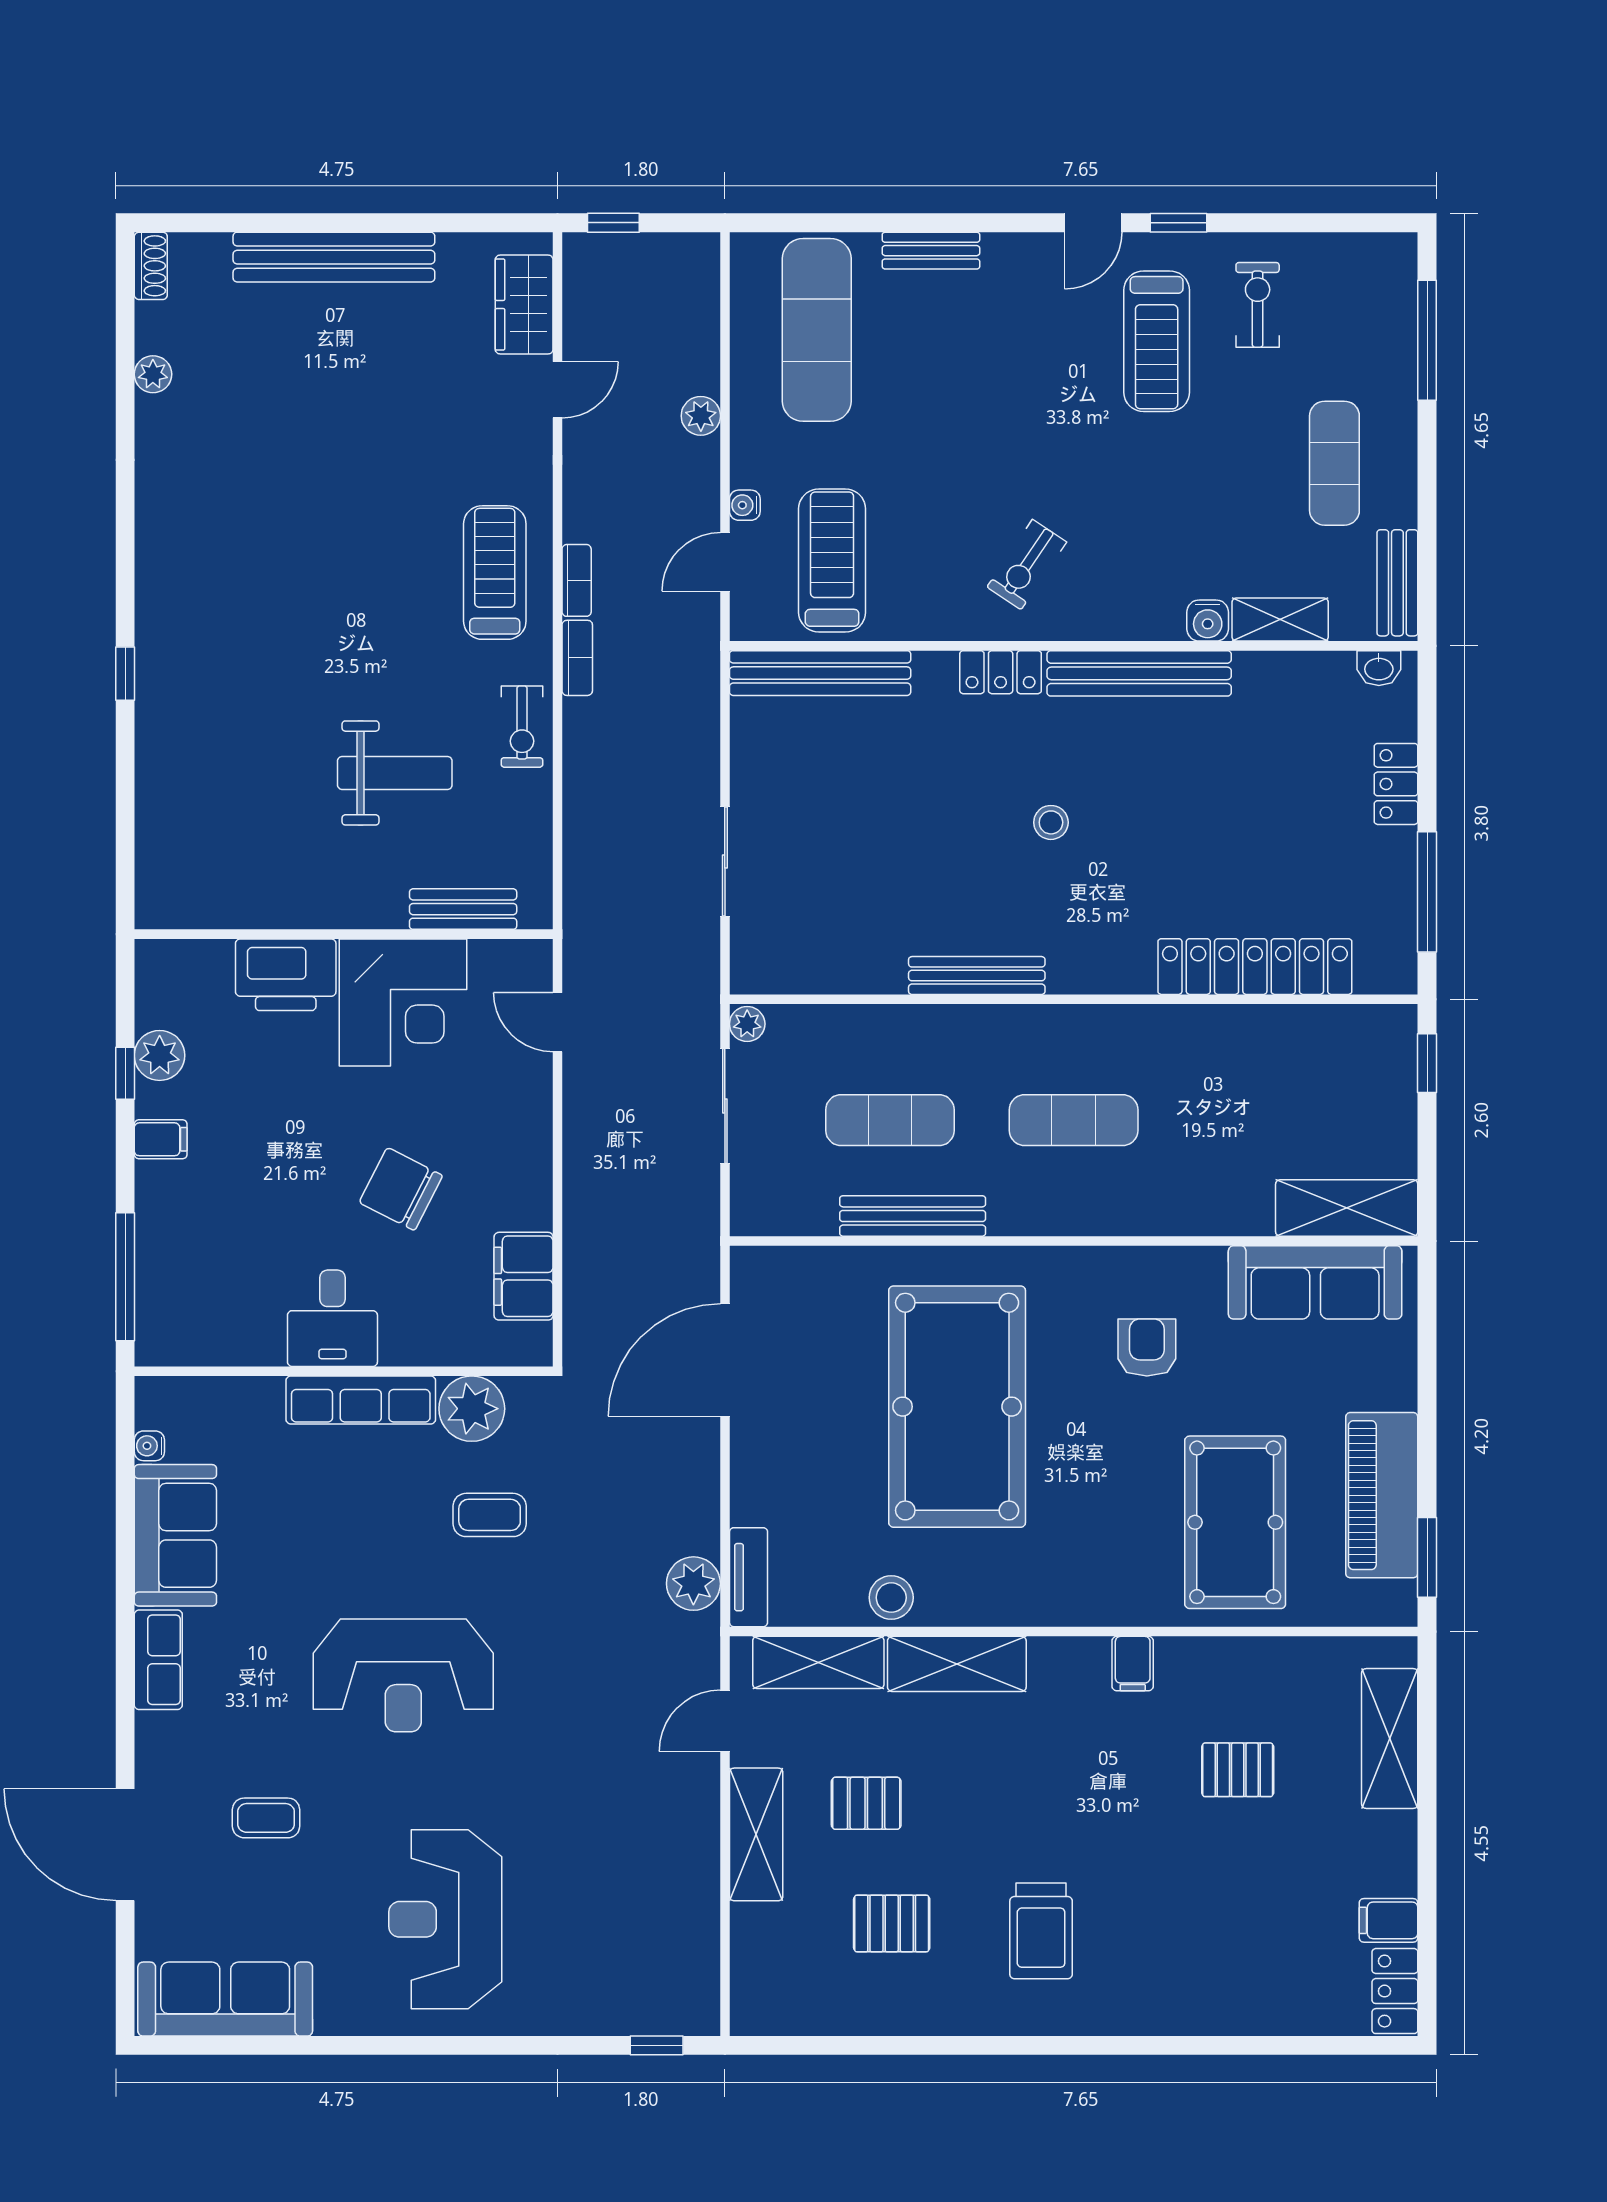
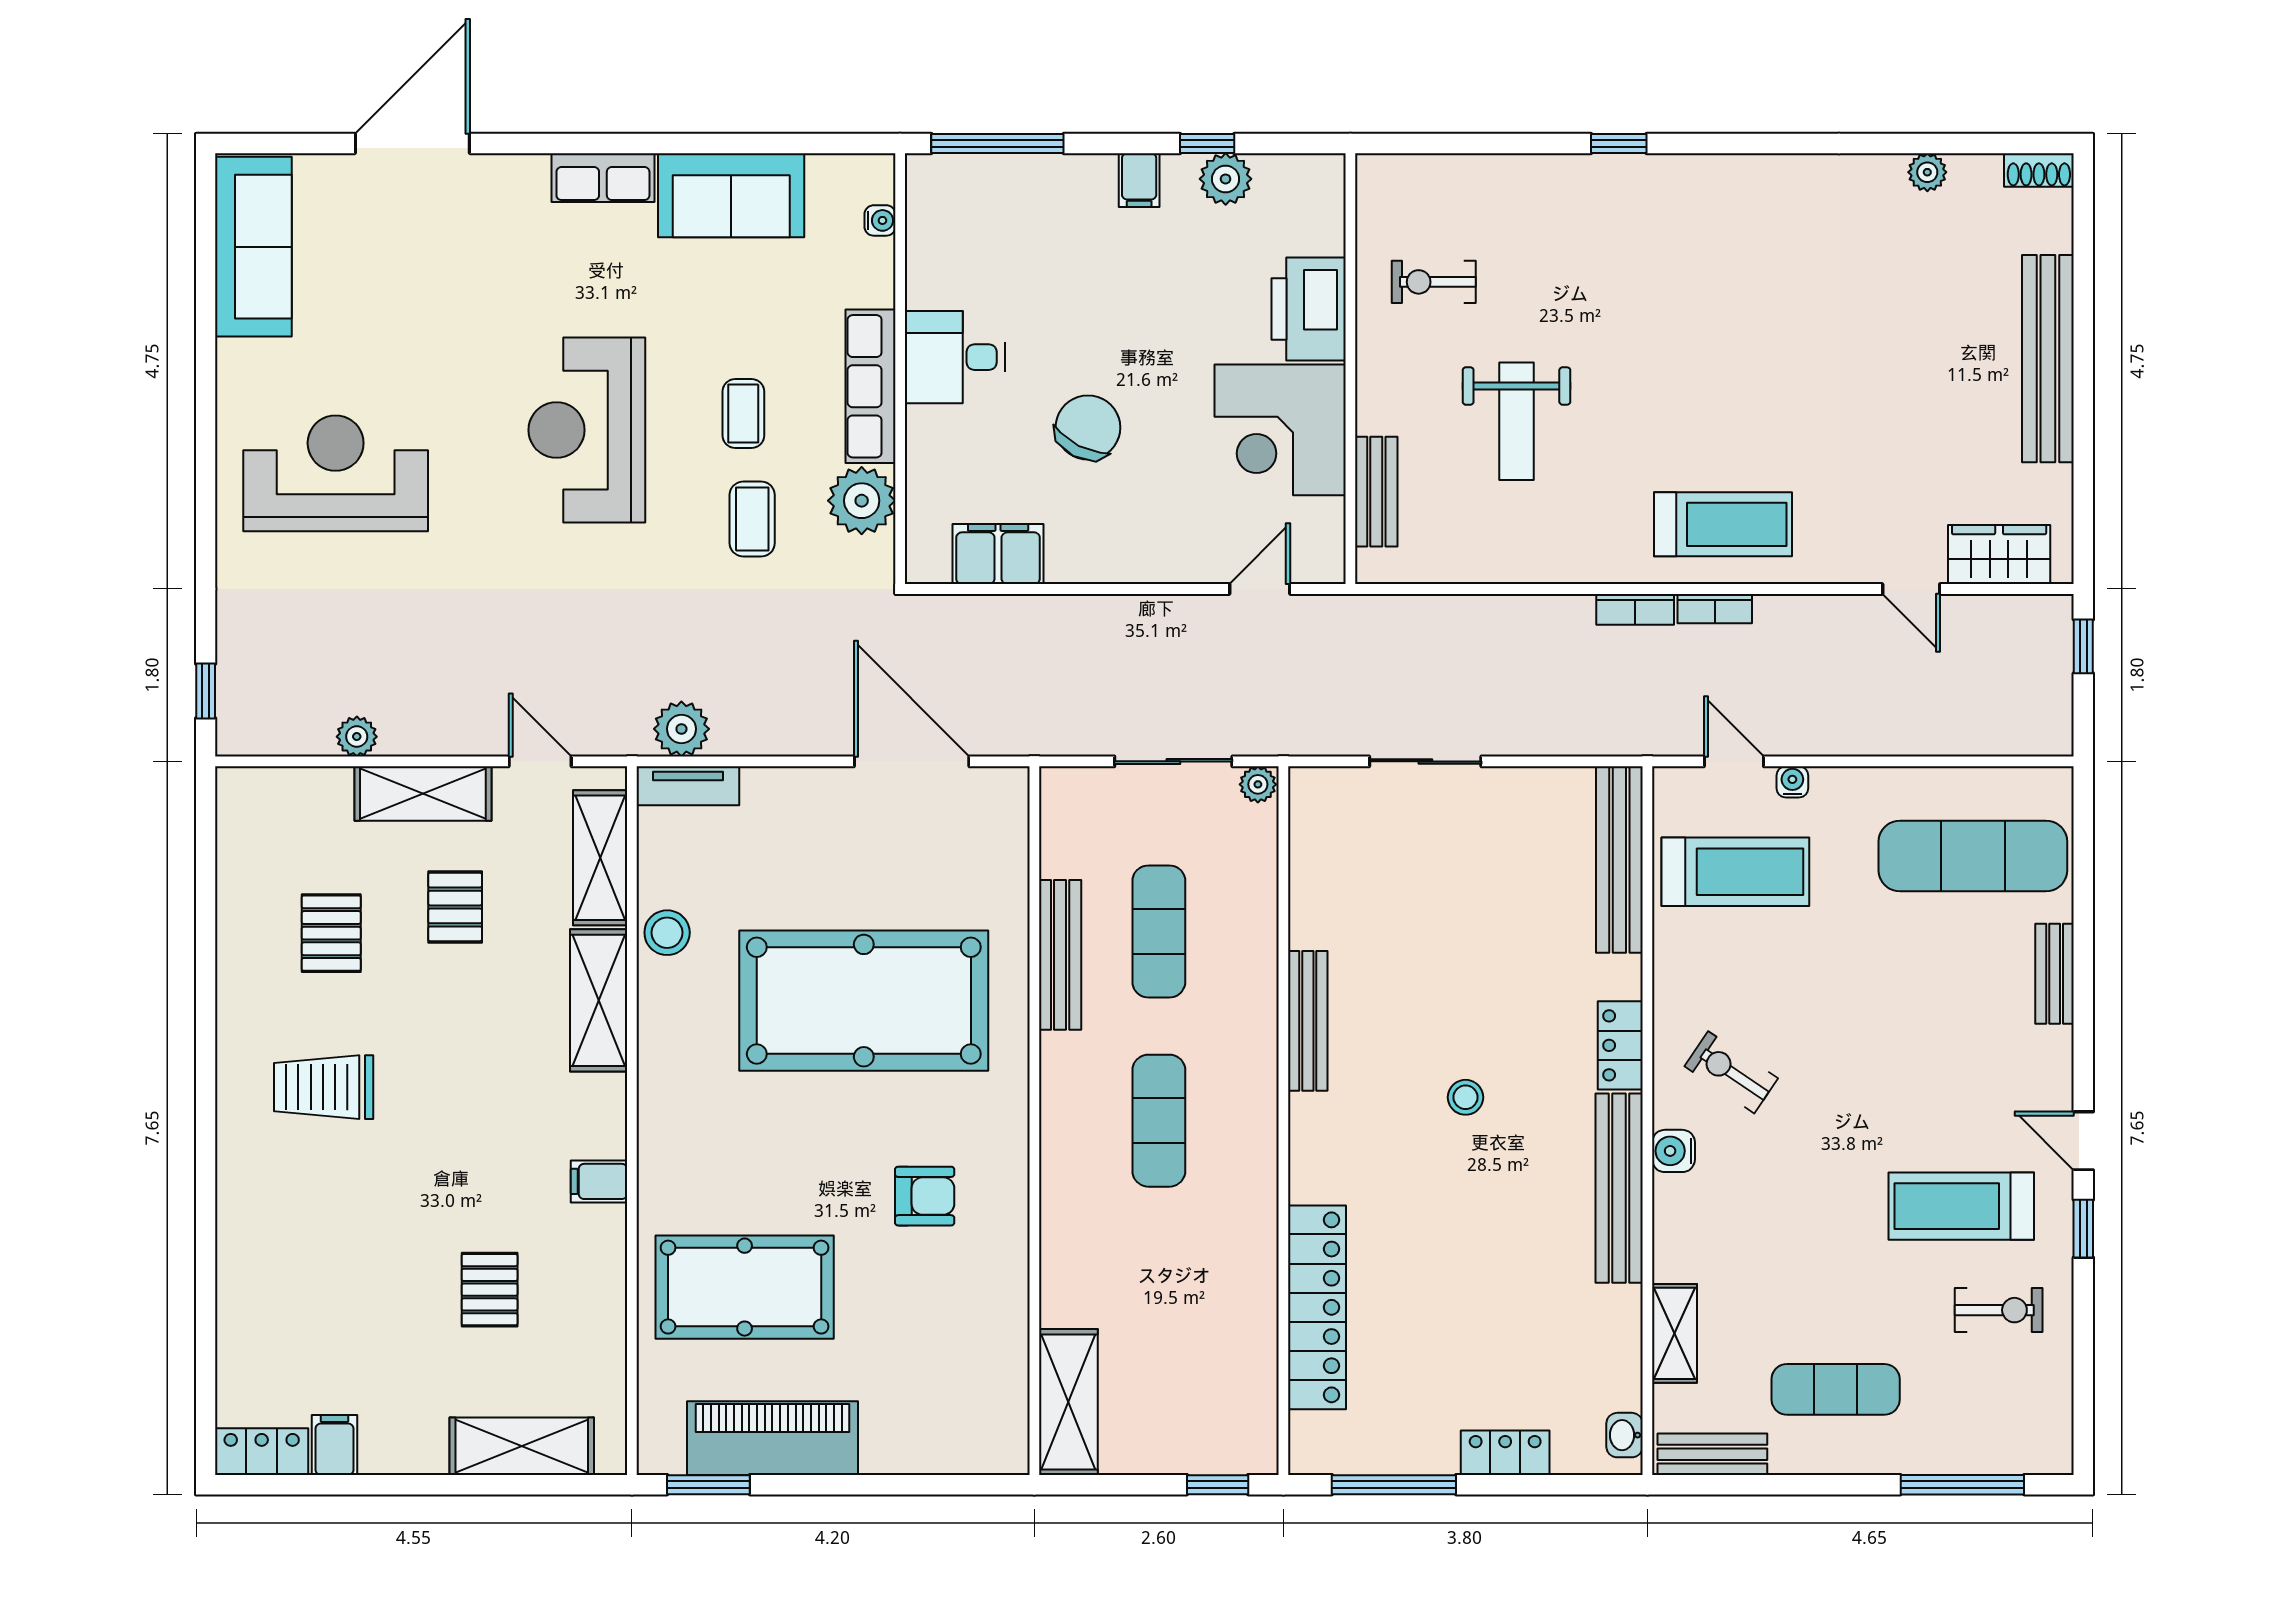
plant: (701, 416) -> (357, 737), moved
water cooler: (1208, 621) -> (1674, 1151), moved
exercise bike: (522, 727) -> (1434, 282), moved
sofa: (1315, 1282) -> (992, 1369), removed
water cooler: (149, 1446) -> (880, 220), moved, turned 90
coffee table: (266, 1818) -> (743, 413), moved

